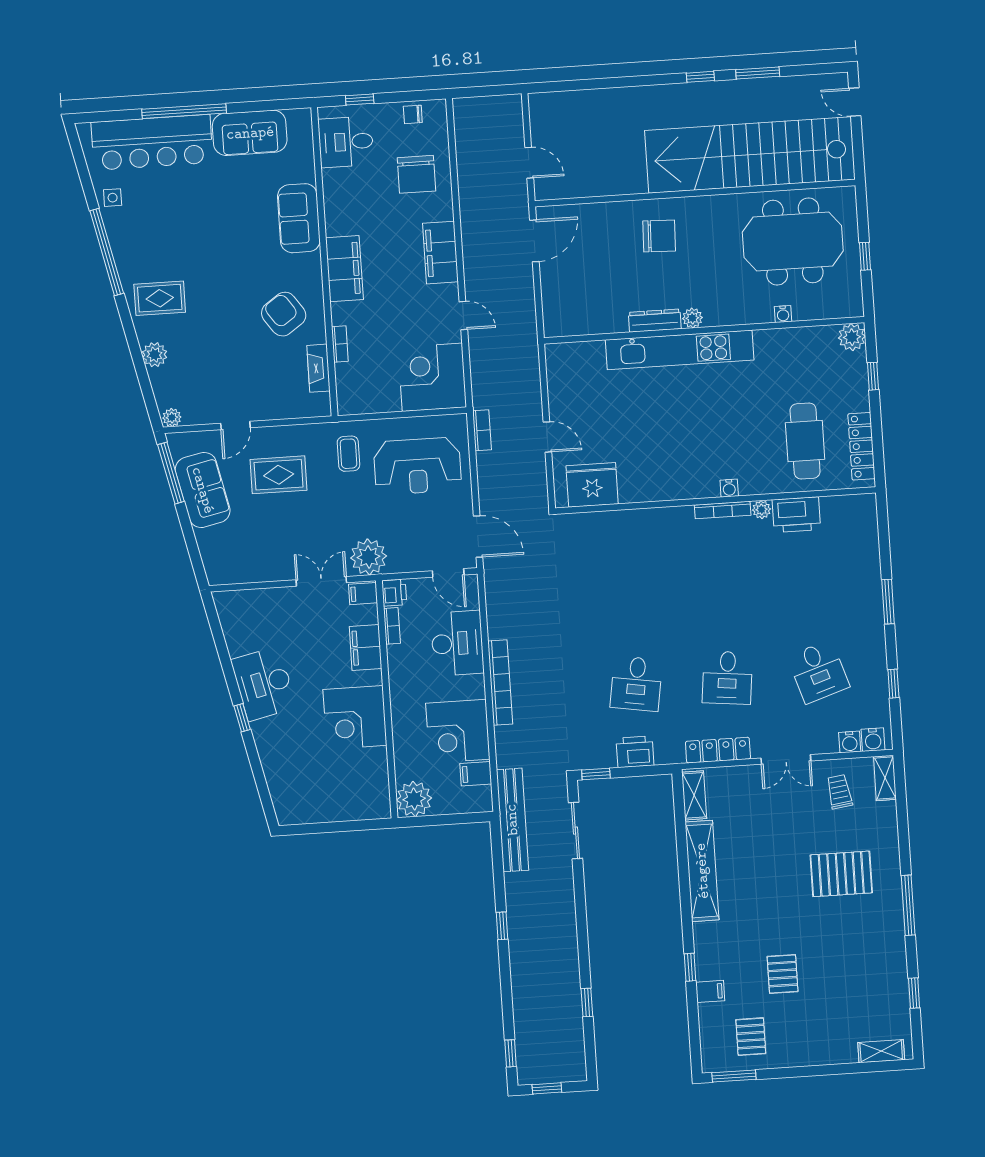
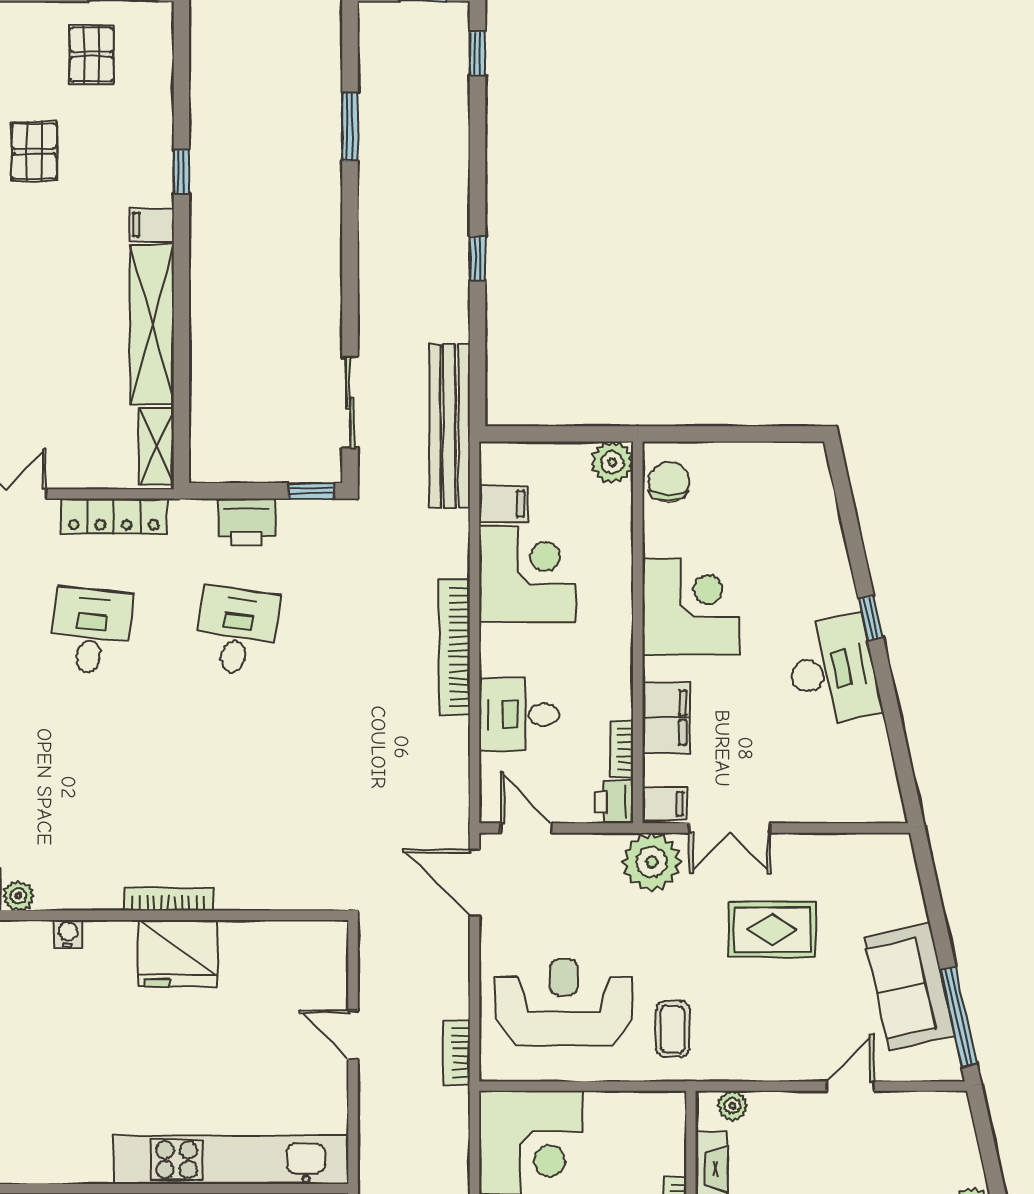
kitchen unit: (680, 350) -> (231, 1160), moved
plant: (172, 418) -> (732, 1106), moved
rug: (279, 475) -> (772, 930), moved
fridge: (592, 485) -> (178, 953), moved
bookcase: (723, 510) -> (168, 899), moved
desk: (457, 643) -> (519, 715), width x0.73
chair: (374, 794) -> (669, 482), added
plant: (414, 799) -> (612, 462), width x0.73, depth x0.73
filing cabinet: (710, 991) -> (152, 225), moved
window: (587, 1003) -> (350, 126), width x1.50

